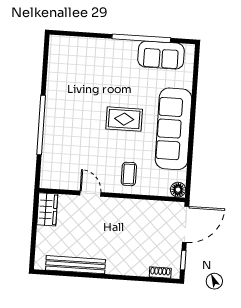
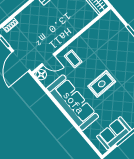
door: (90, 194) -> (48, 60), moved

